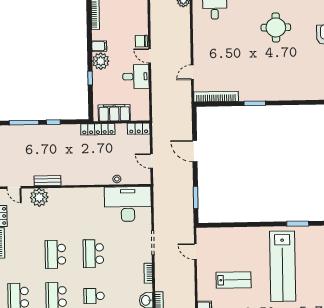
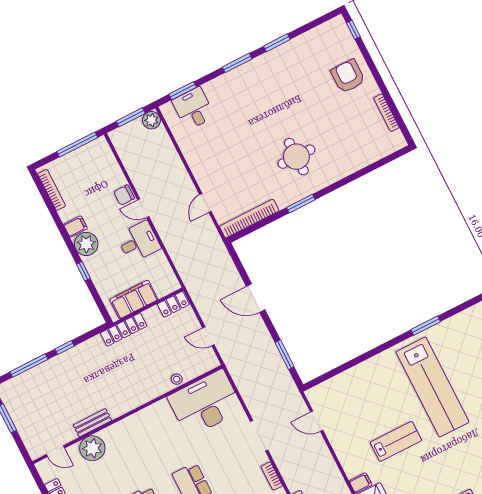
round table: (276, 27) -> (296, 157), moved
lab bench: (234, 280) -> (396, 441), moved

